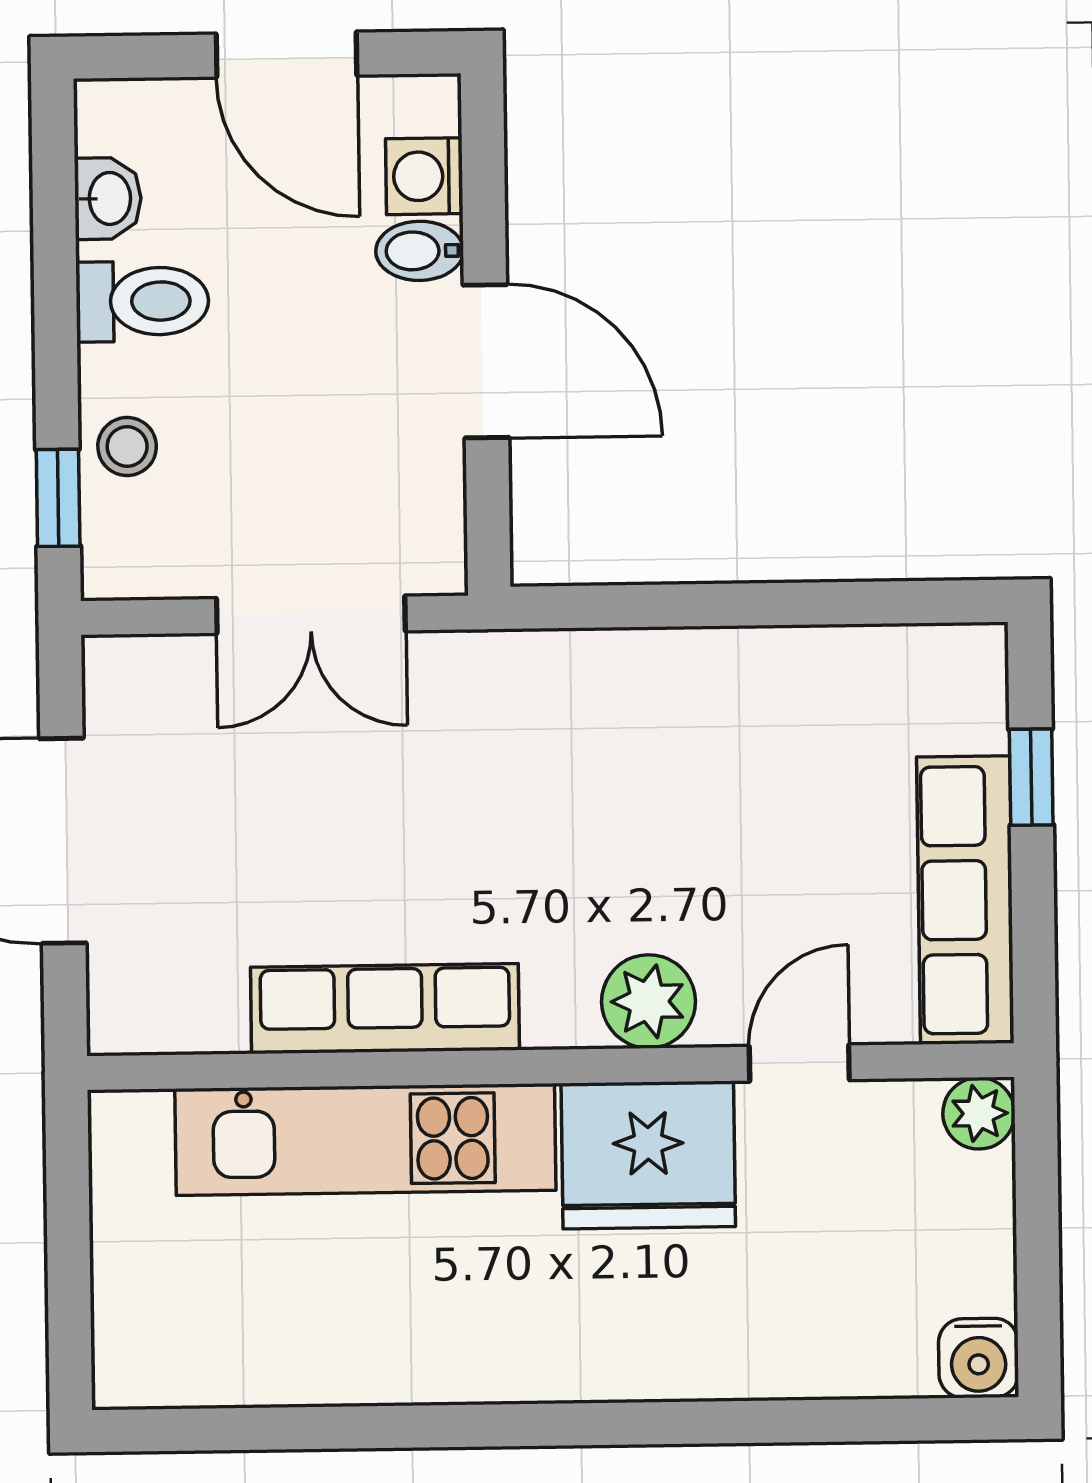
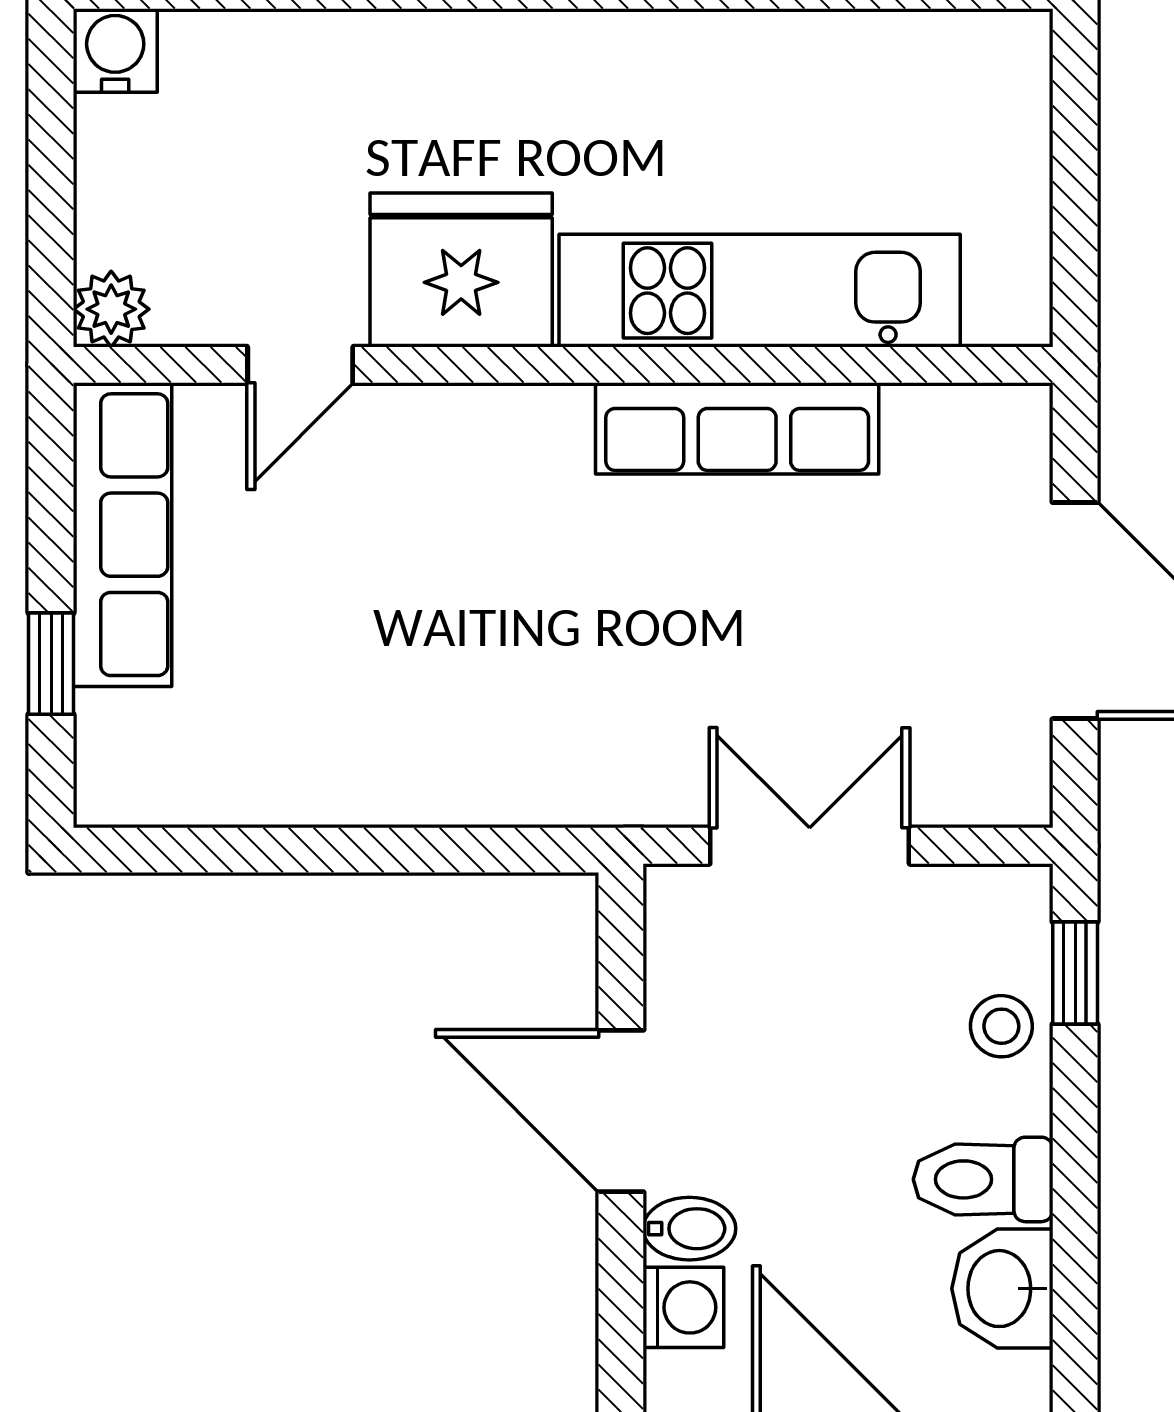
washbasin: (108, 198) -> (1002, 1289), width x1.38, depth x1.45
plant: (649, 1001) -> (459, 432), removed

